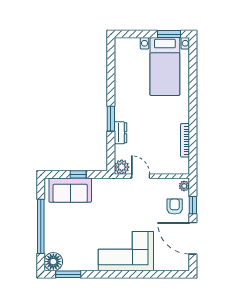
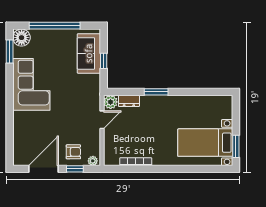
dresser: (121, 133) -> (129, 101), moved
corner sofa: (126, 251) -> (31, 84), moved

